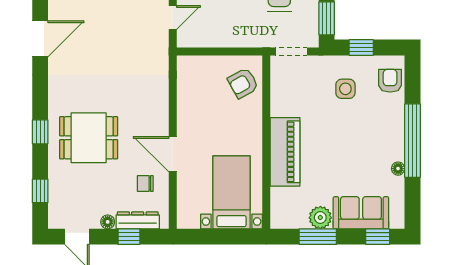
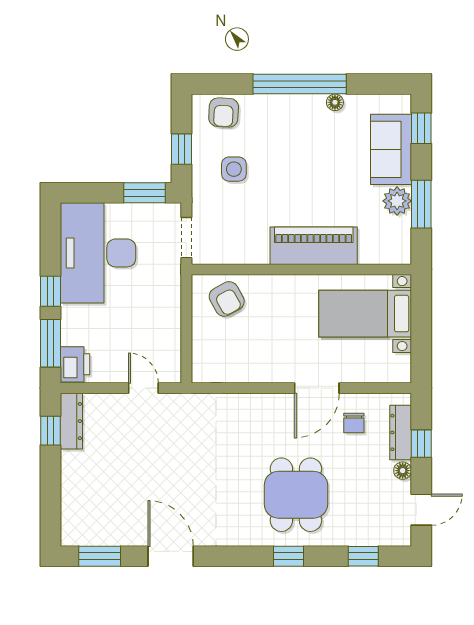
armchair: (390, 81) -> (224, 112), turned -87

